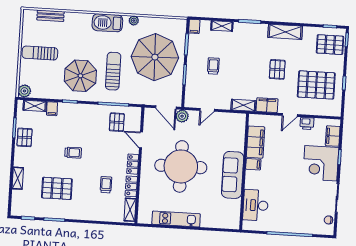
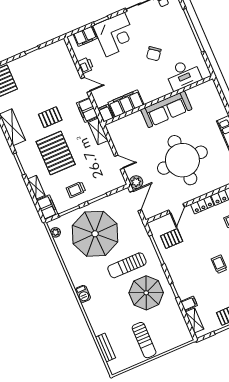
plant: (134, 21) -> (55, 232), moved
barbecue: (107, 23) -> (83, 294), width x0.53, depth x0.65
filing cabinet: (194, 26) -> (47, 207), width x2.00
trolley: (213, 66) -> (76, 190), moved
pallet: (316, 85) -> (56, 153), moved
plant: (24, 91) -> (186, 337), removed
filing cabinet: (253, 164) -> (106, 113), moved
chair: (287, 189) -> (154, 54), added

